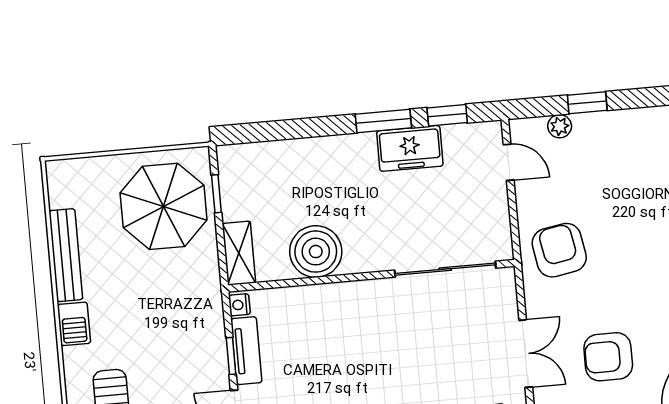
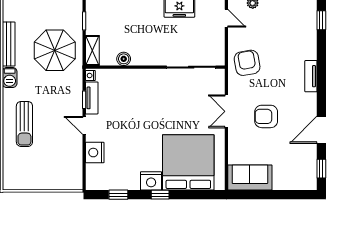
parasol: (164, 206) -> (55, 50), moved
boiler: (316, 252) -> (124, 59), width x0.54, depth x0.54
double door: (526, 354) -> (226, 111), swing flipped

